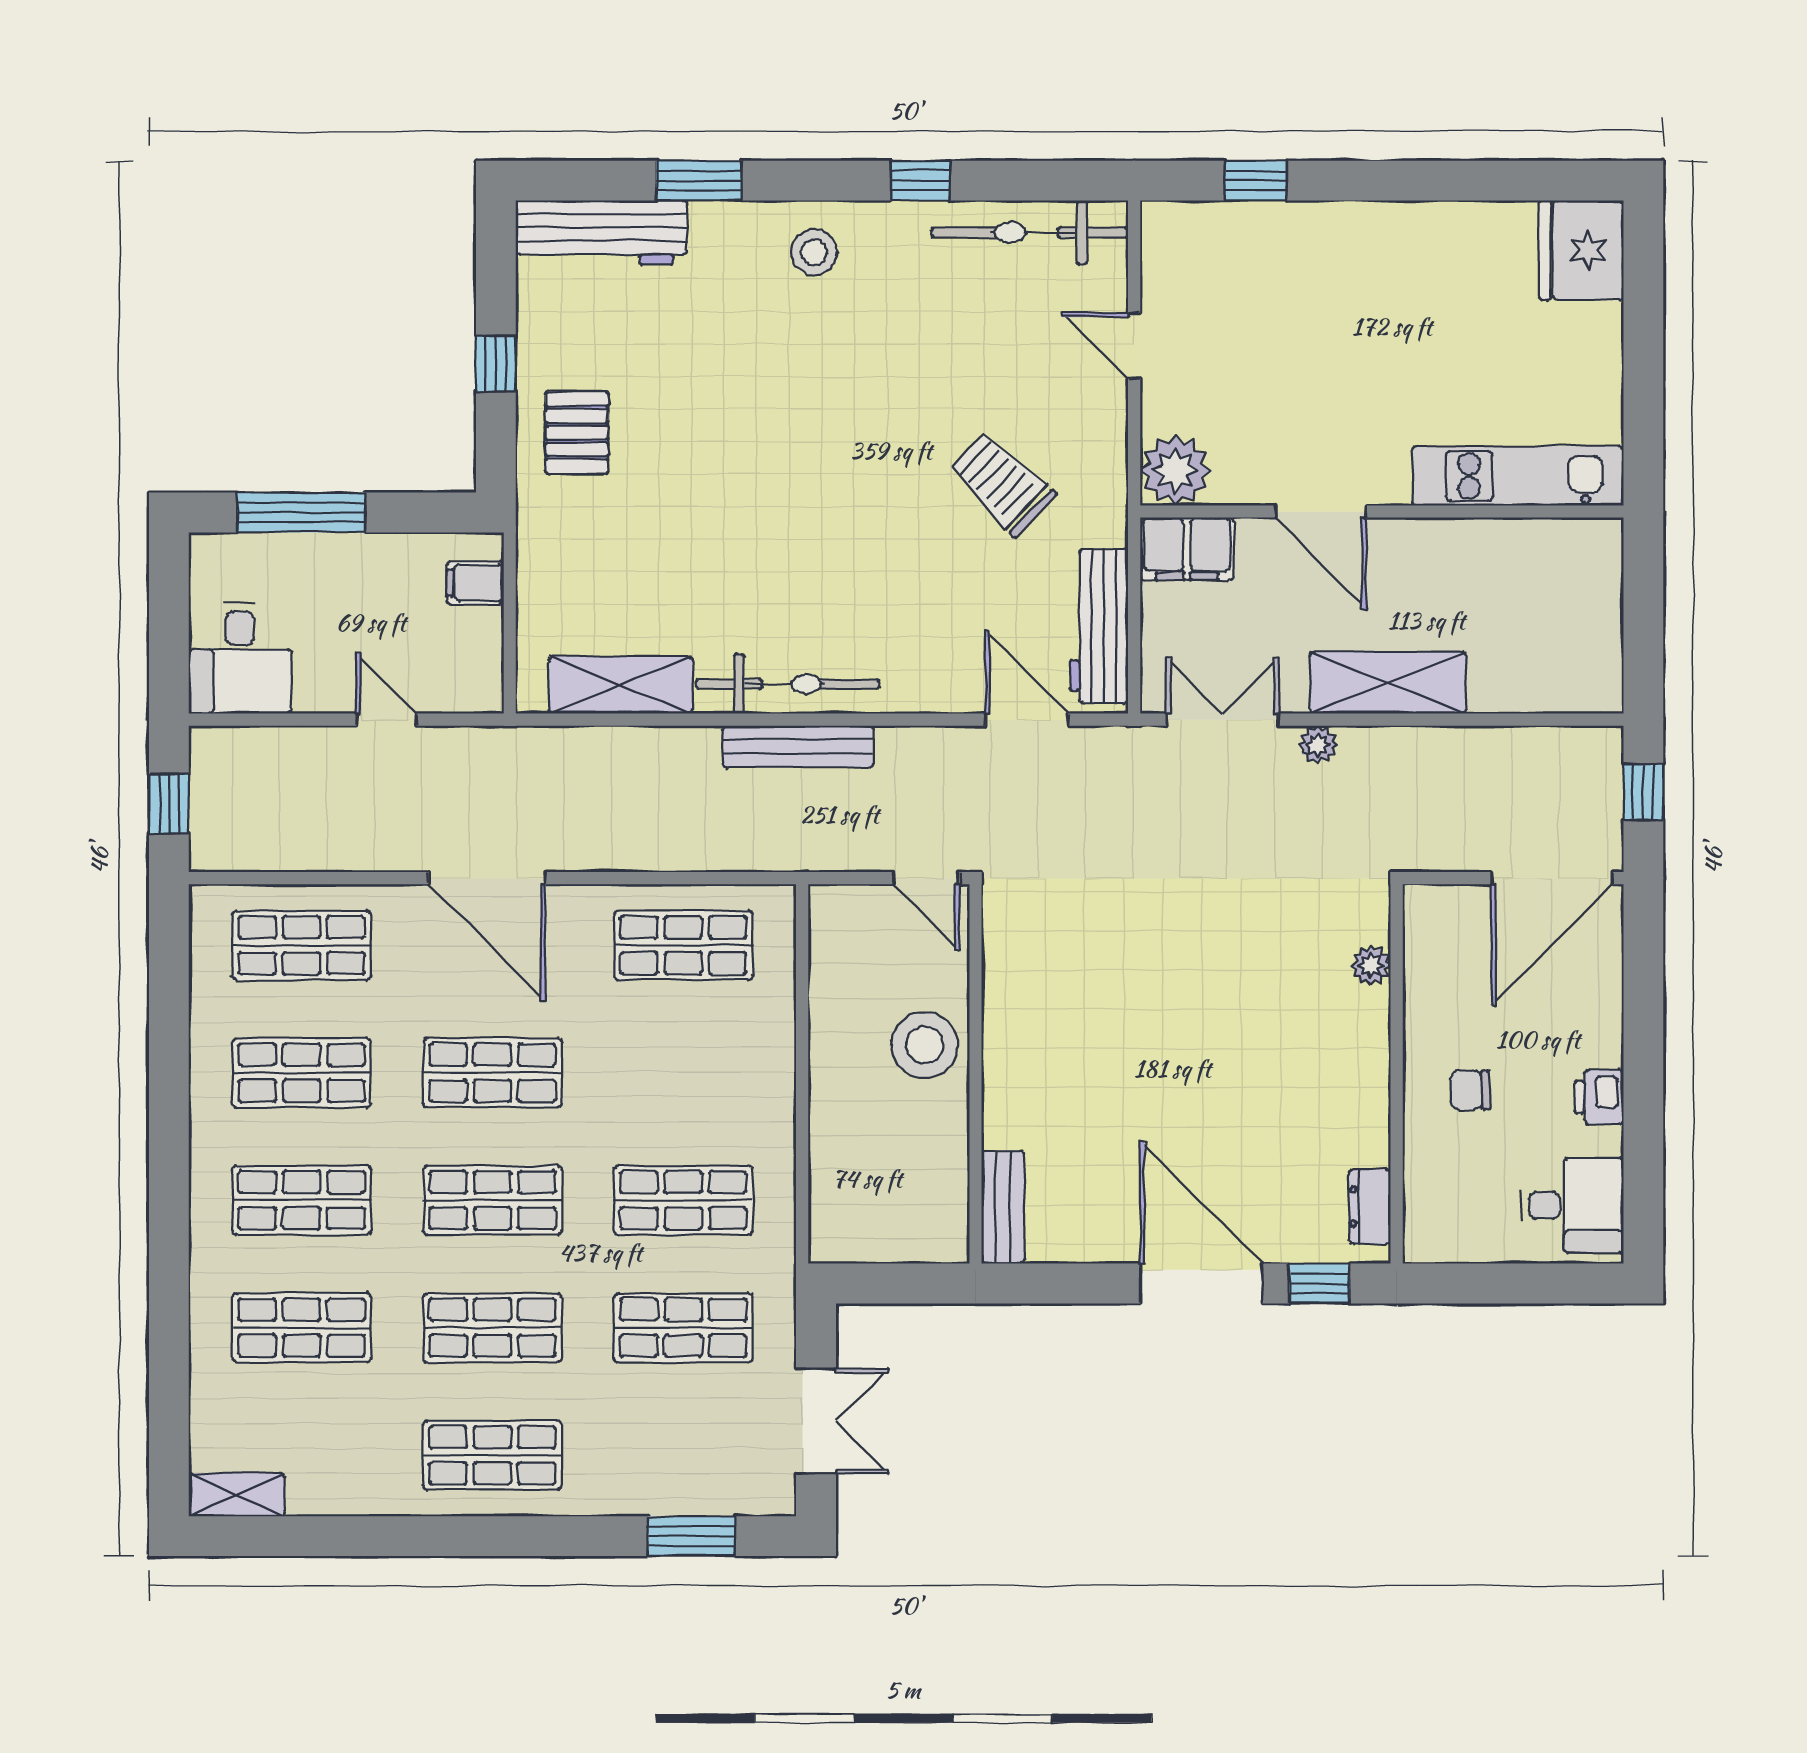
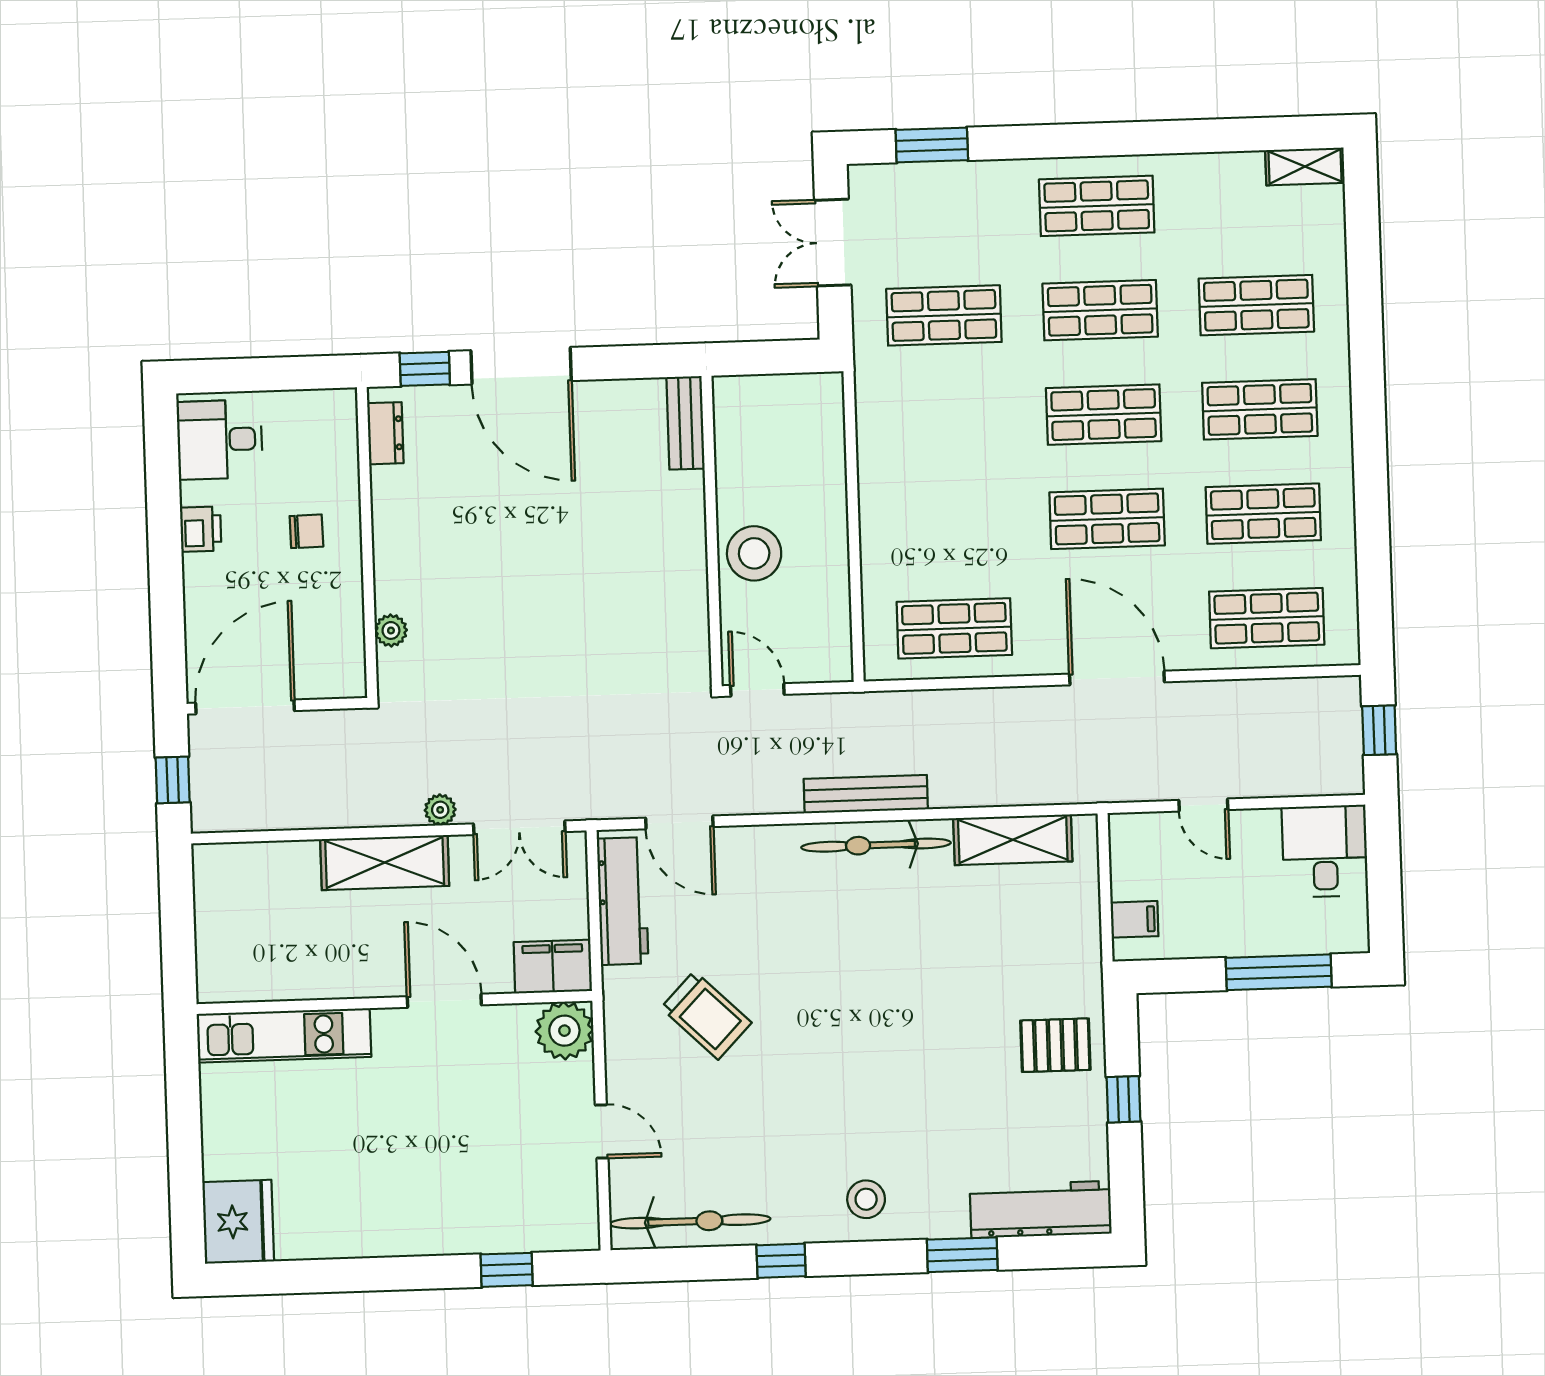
pallet: (577, 433) -> (1055, 1045), turned 90
shop shelf: (683, 1200) -> (947, 420), removed

